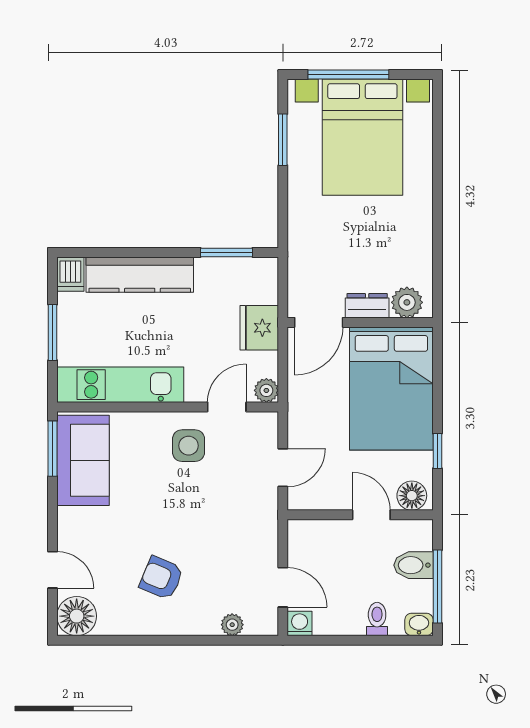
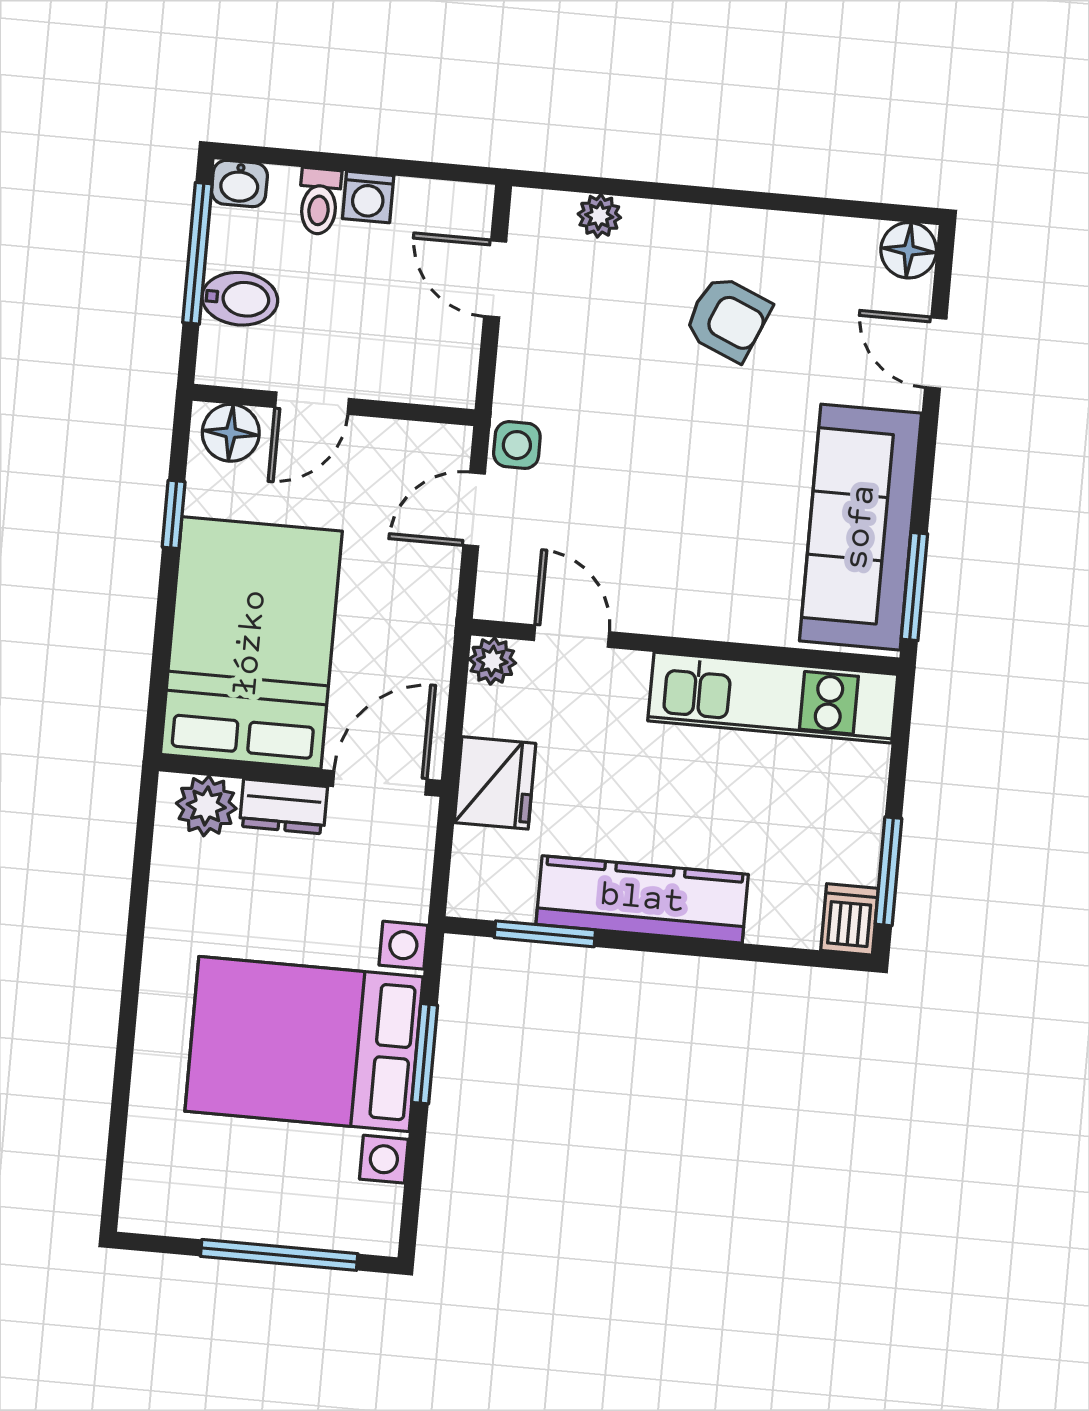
bed with nightstands: (362, 137) -> (304, 1044), moved, turned -90
window: (283, 140) -> (425, 1054), moved
kitchen counter: (140, 275) -> (642, 899), moved
window: (53, 332) -> (888, 871), moved
door: (227, 407) -> (571, 636), swing flipped
side table: (189, 446) -> (517, 445), moved, width x0.73, depth x0.73
sofa: (83, 460) -> (861, 527), width x1.36
door: (371, 515) -> (312, 403), hinge flipped
floor lamp: (77, 616) -> (909, 250), width x0.73, depth x0.73
washing machine: (300, 624) -> (368, 197), moved

